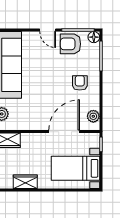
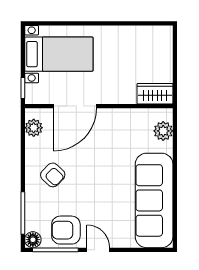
armchair: (70, 44) -> (66, 230), turned 180
armchair: (80, 83) -> (53, 175), turned -46
wardrobe: (25, 182) -> (130, 35), removed

